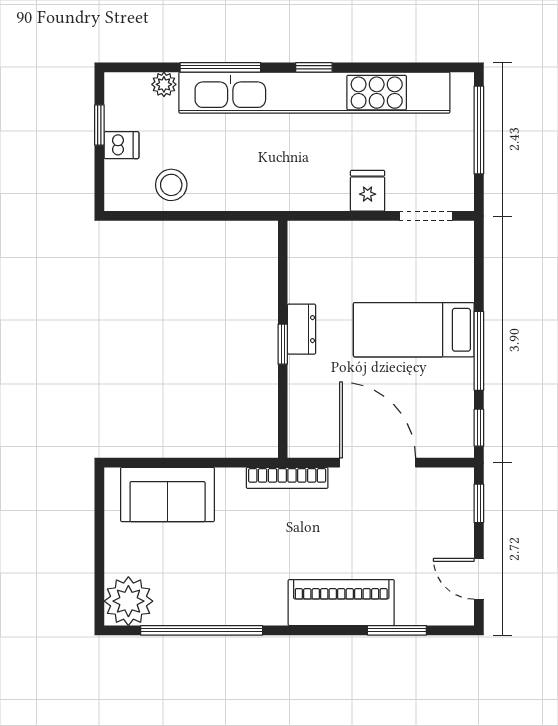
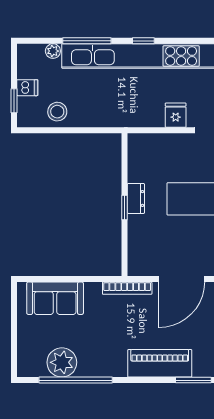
window: (99, 125) -> (14, 101), moved
door: (378, 463) -> (182, 279), swing flipped
plant: (128, 601) -> (62, 362), moved

